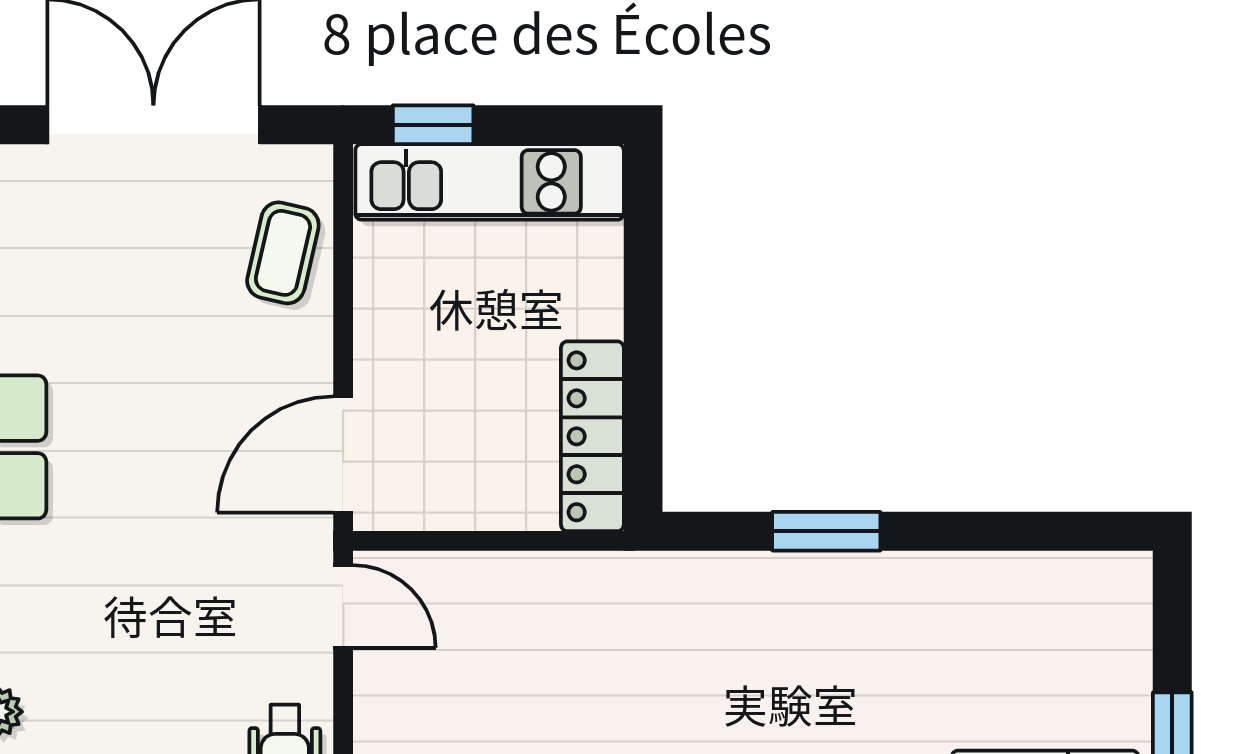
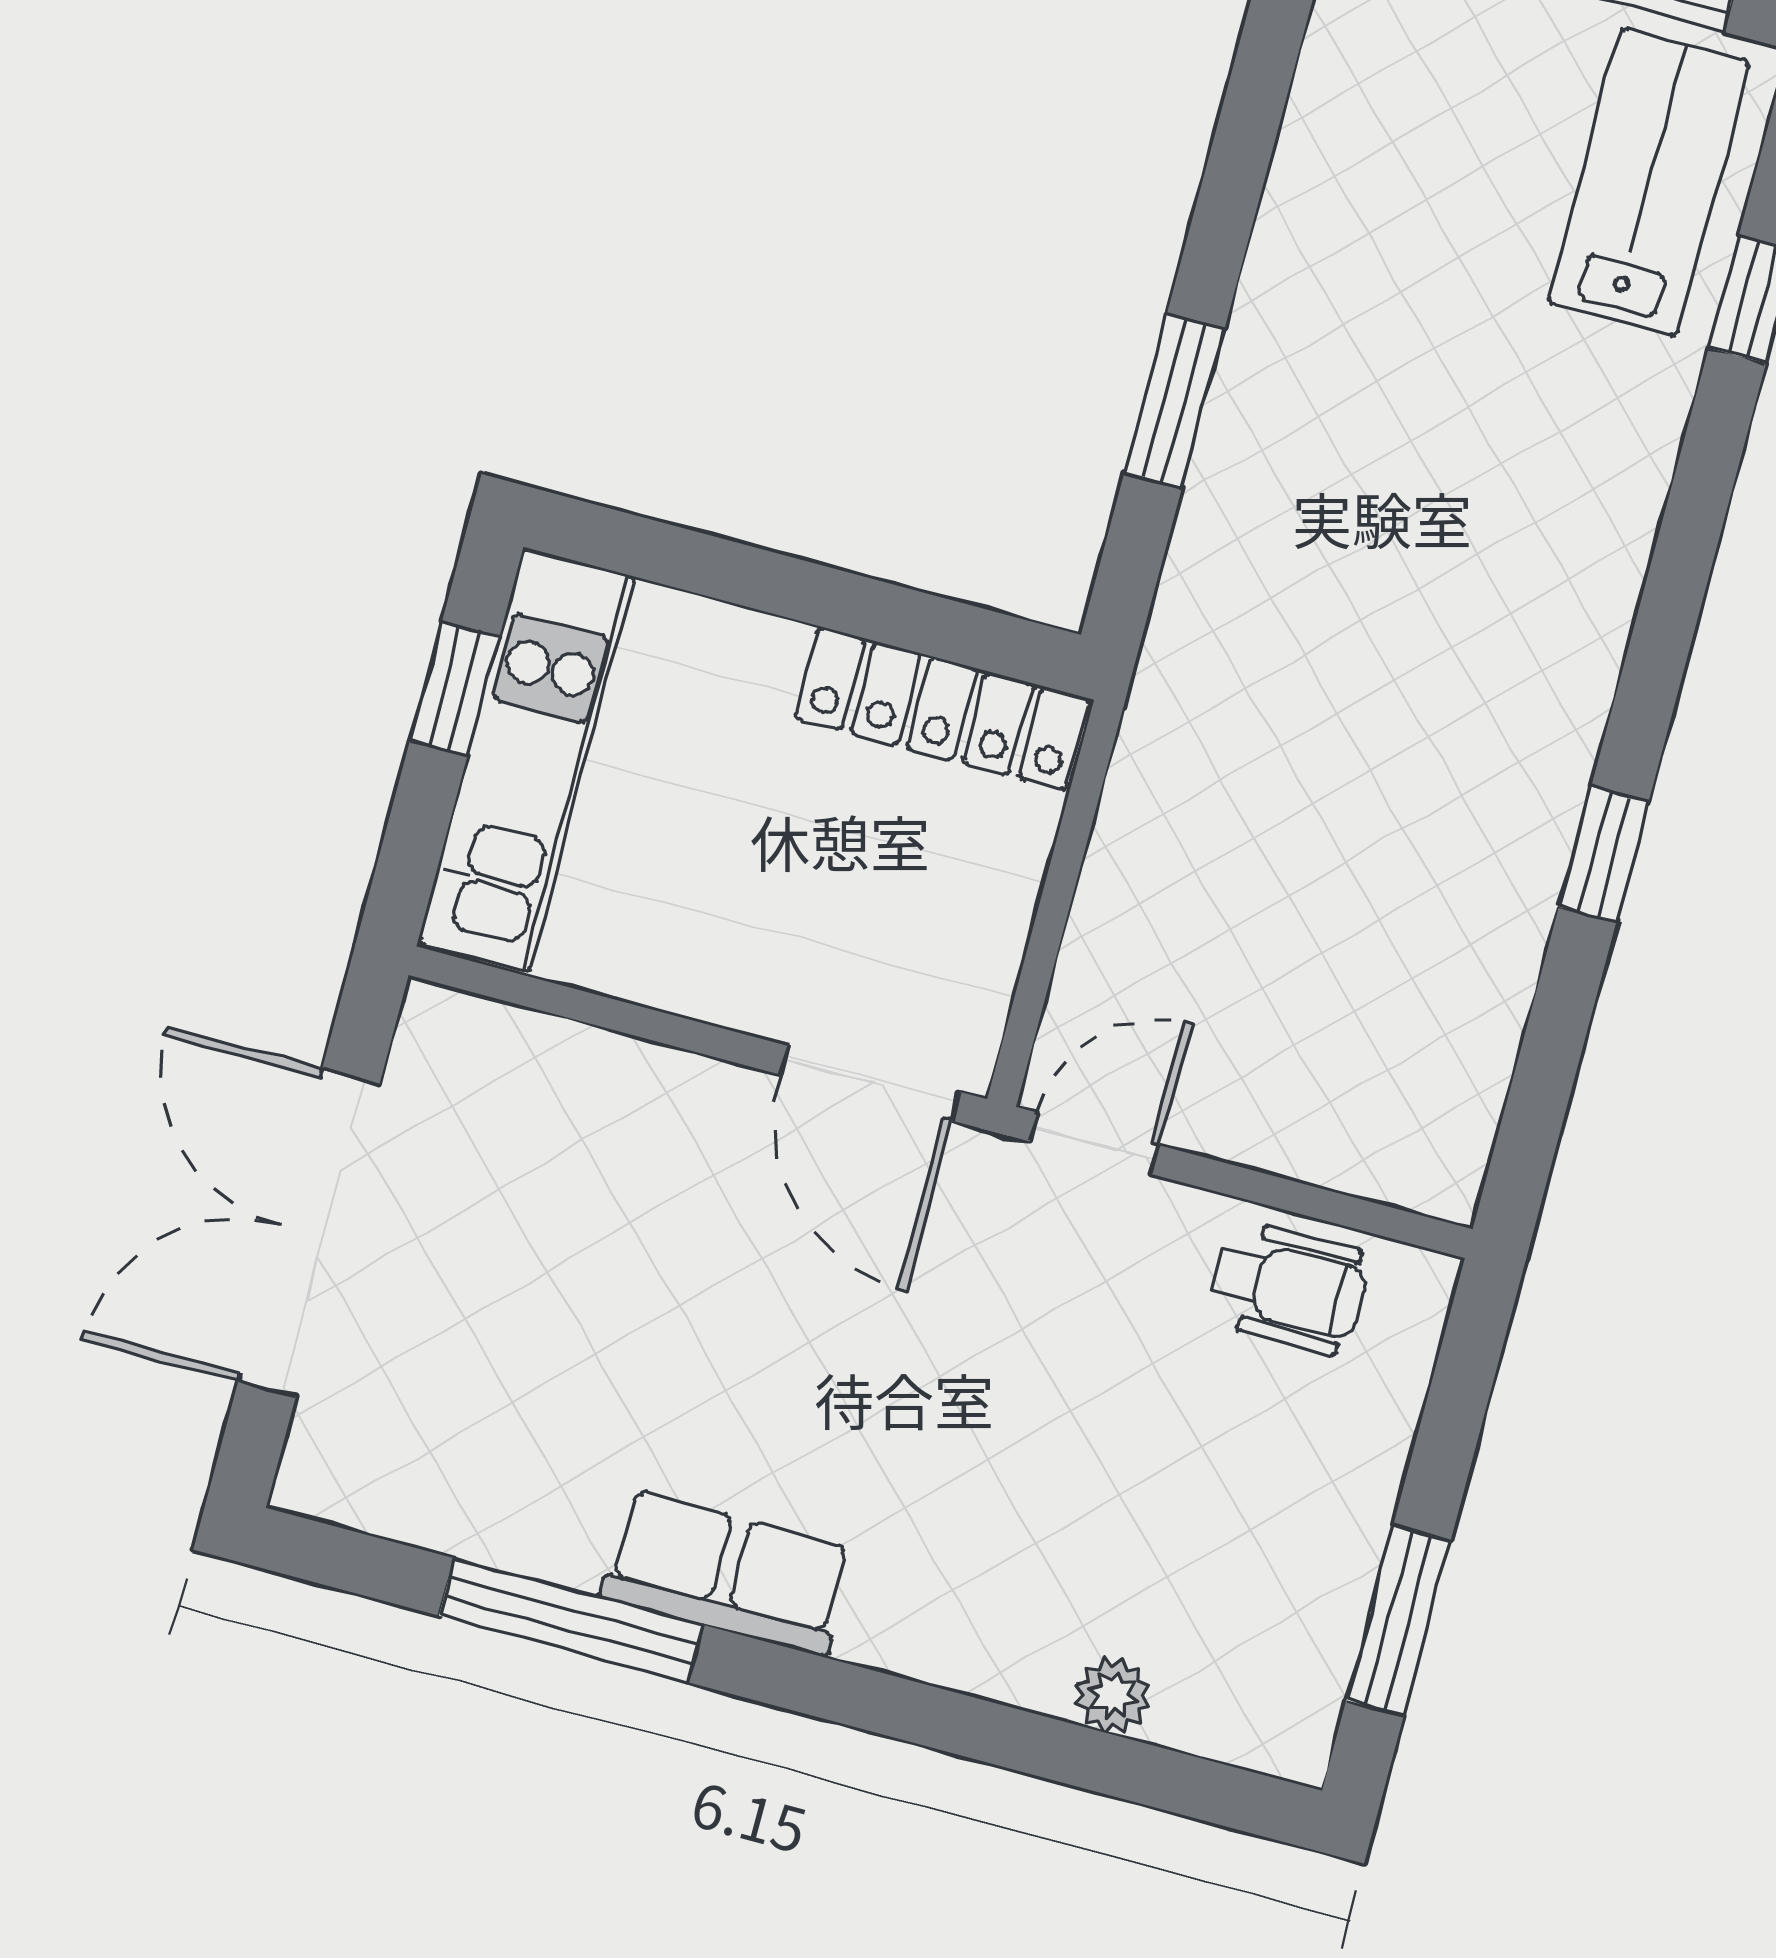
window: (433, 125) -> (455, 689), moved
coffee table: (283, 253) -> (549, 1092), removed

